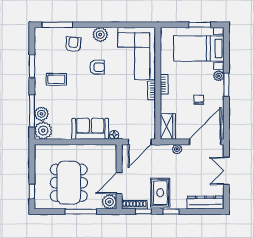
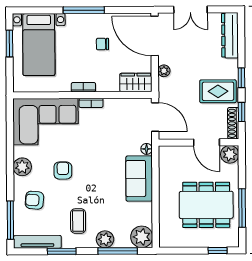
tv unit: (40, 46) -> (37, 242), added
plant: (219, 76) -> (73, 20), removed
window: (226, 85) -> (84, 10), width x1.44
plant: (41, 114) -> (105, 239), moved
window: (81, 212) -> (242, 208), moved

